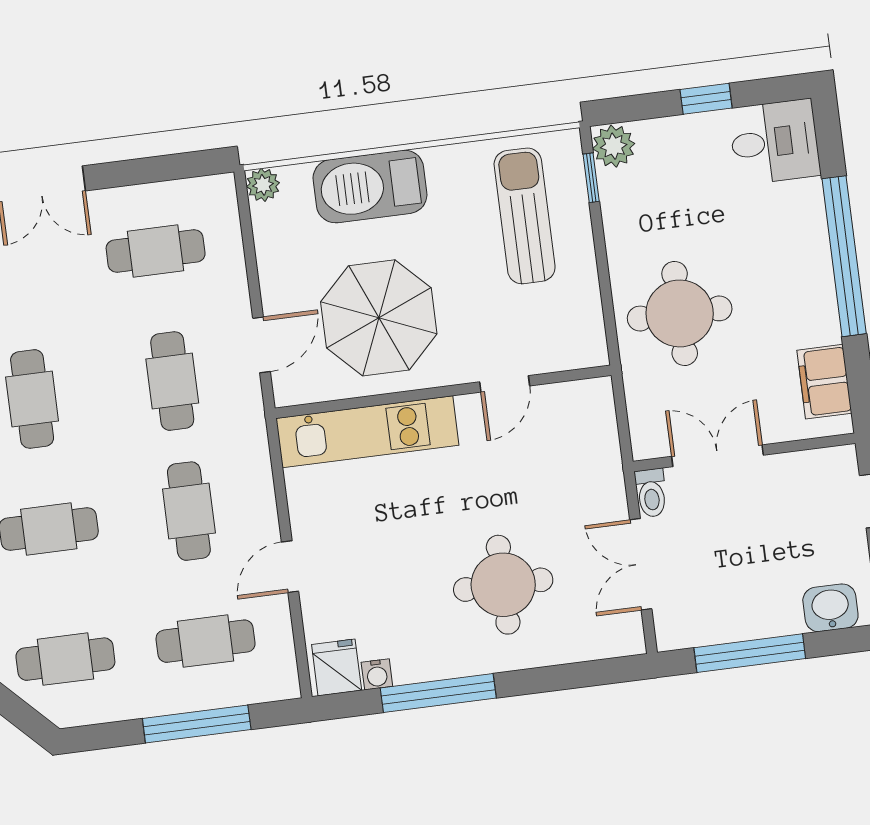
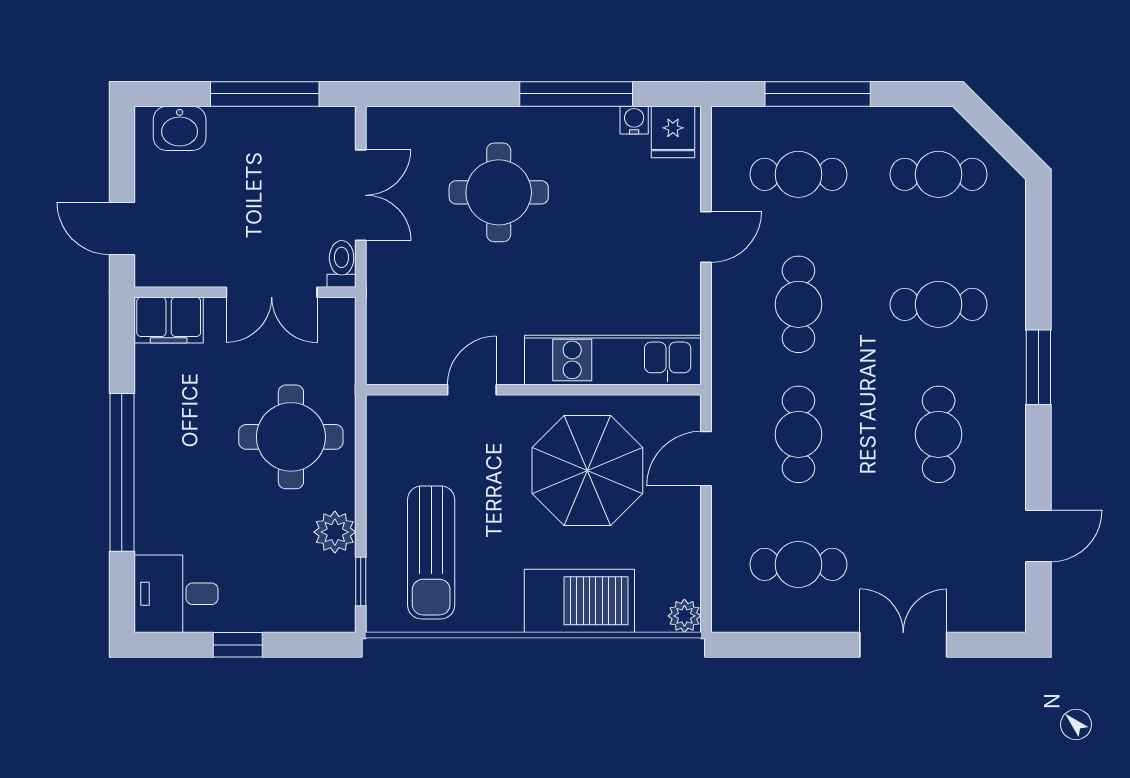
plant: (614, 146) -> (335, 532), moved
filing cabinet: (824, 382) -> (169, 320), moved, turned 90

